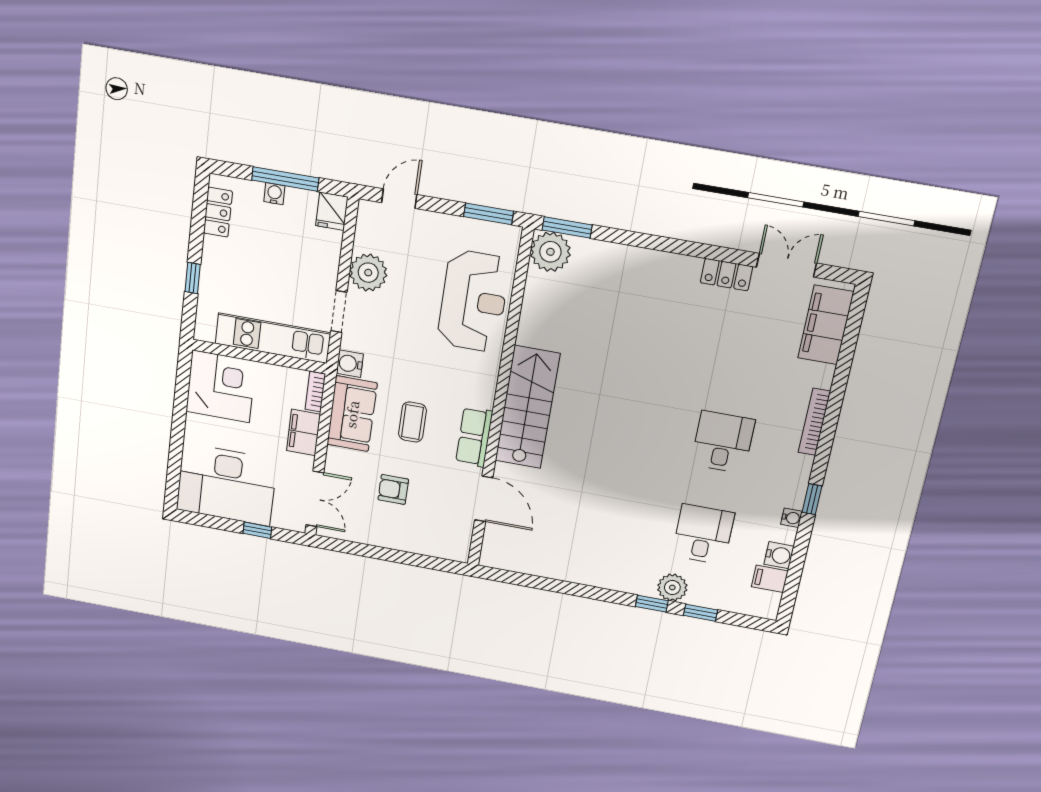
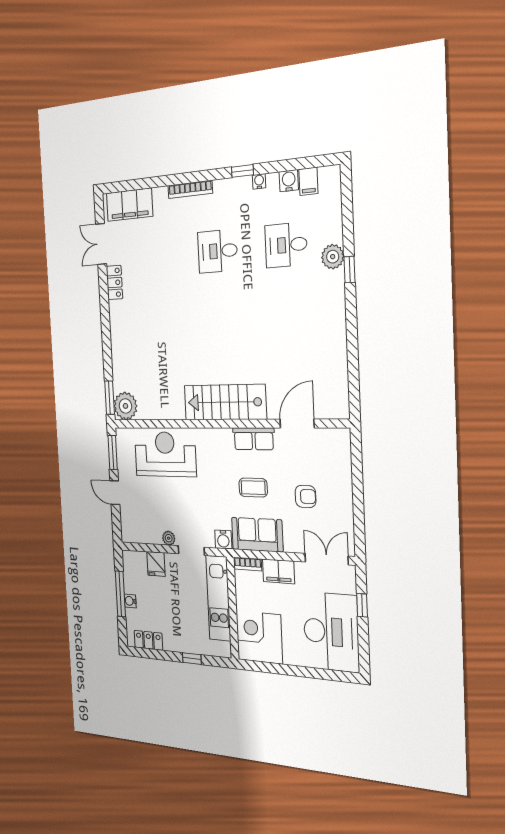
door: (399, 199) -> (115, 493), moved
fridge: (332, 211) -> (156, 564), moved, turned 90
plant: (368, 273) -> (169, 538), width x0.53, depth x0.53
armchair: (393, 489) -> (306, 496), turned -90
window: (700, 613) -> (348, 228), removed

